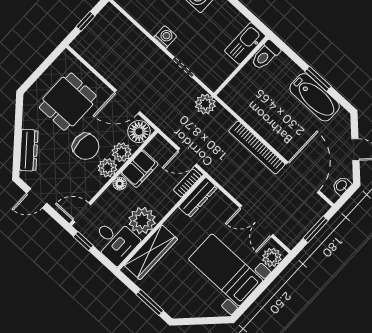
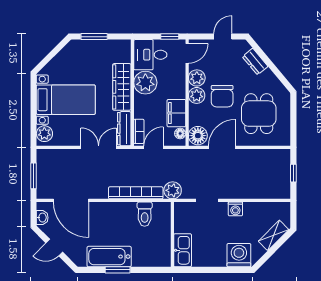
toilet: (265, 55) -> (145, 214), moved, turned 180
chair: (86, 146) -> (222, 96), turned -90
bookcase: (257, 148) -> (136, 193), moved
dresser: (29, 150) -> (255, 62), width x0.70
plant: (122, 152) -> (197, 78), moved
floor lamp: (120, 184) -> (180, 133), moved
double door: (256, 221) -> (99, 147), moved
wardrobe: (151, 252) -> (122, 87), moved

